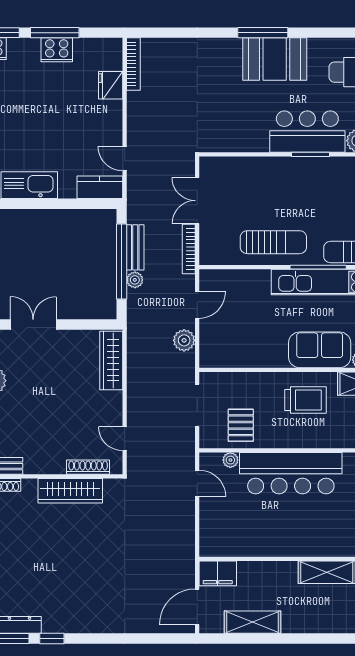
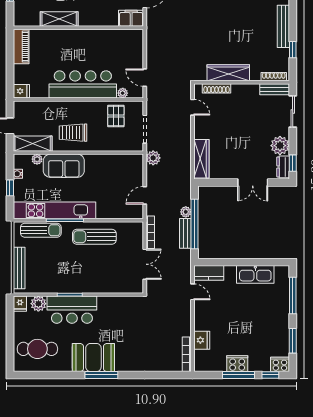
plant: (184, 340) -> (153, 158), moved

